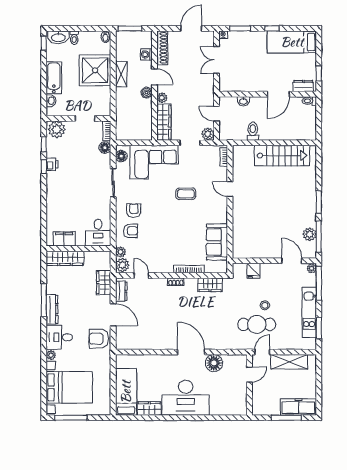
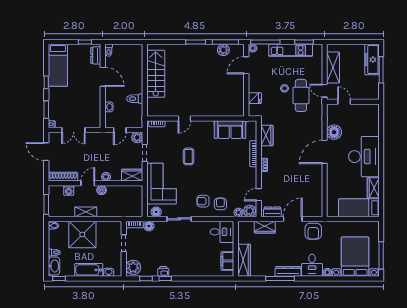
wardrobe: (164, 122) -> (132, 175), width x0.67

